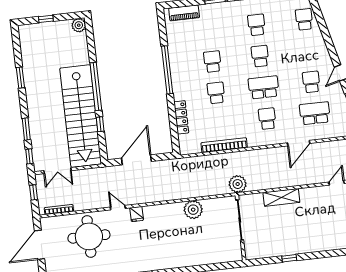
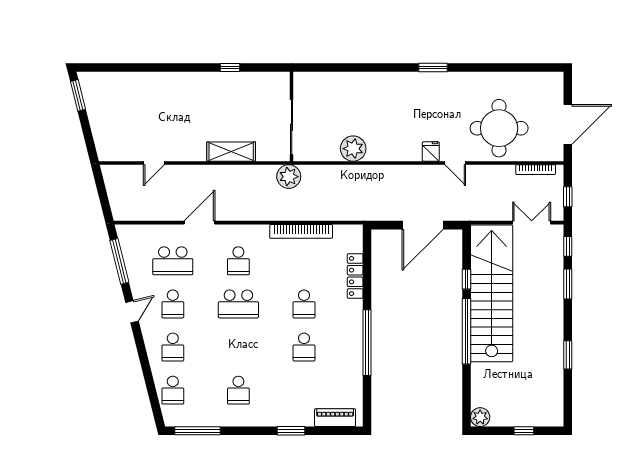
school desk: (260, 56) -> (173, 347), moved

